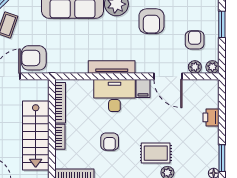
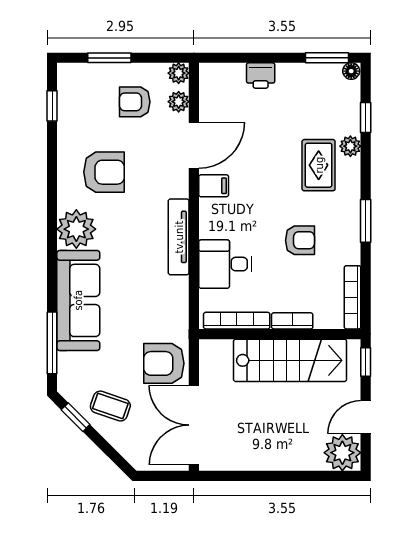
armchair: (34, 58) -> (164, 363), turned 90
desk: (114, 96) -> (225, 264), moved, width x0.73

